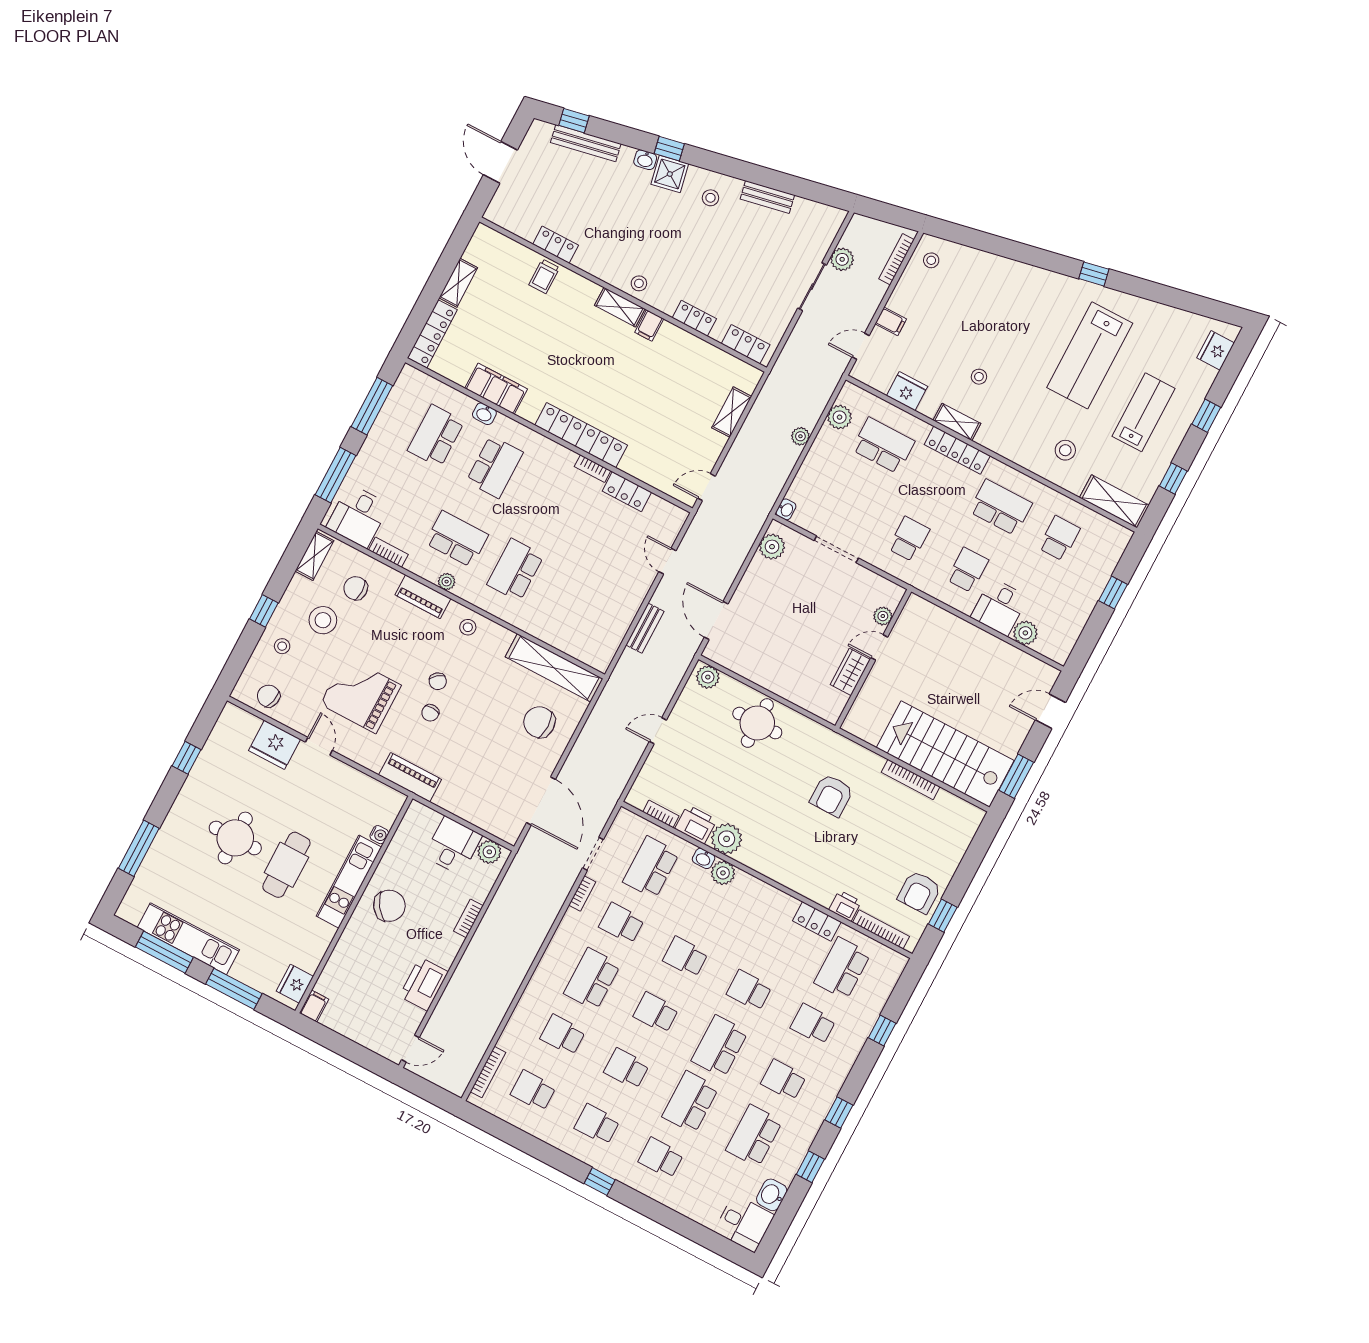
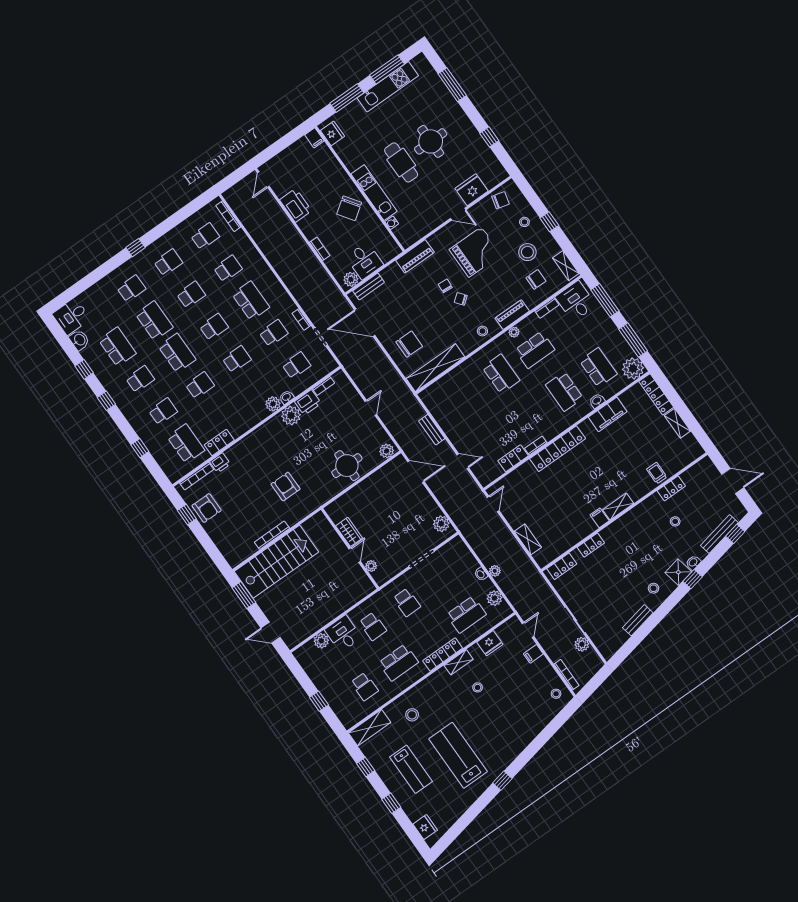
stool: (639, 283) -> (675, 521), moved
plant: (412, 386) -> (633, 369), added
washbasin: (786, 509) -> (481, 574), moved
door: (1050, 711) -> (270, 633), swing flipped
bench: (487, 822) -> (368, 287), added
school desk: (651, 867) -> (296, 365), width x0.54
armchair: (919, 892) -> (207, 508), turned 180

